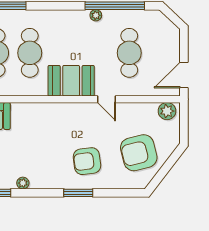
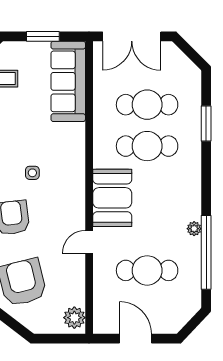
door: (184, 75) -> (135, 339), moved
side table: (51, 145) -> (32, 173), added

